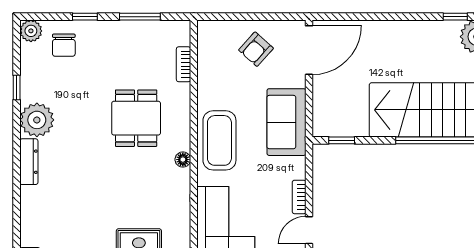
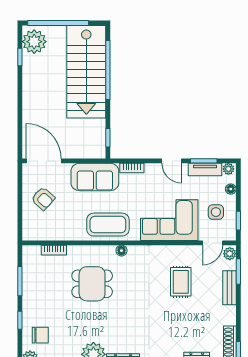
bookcase: (299, 197) -> (132, 168), moved

